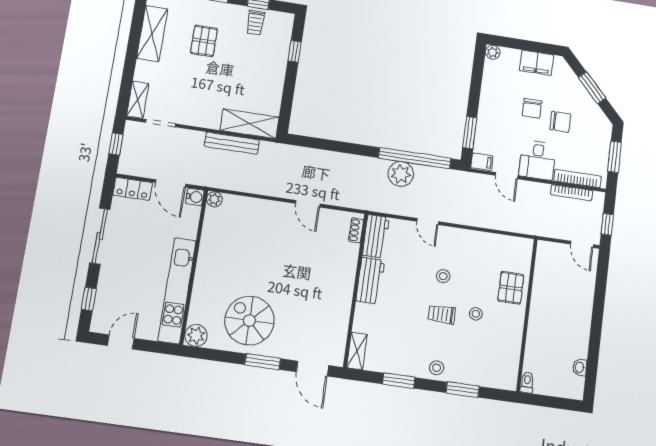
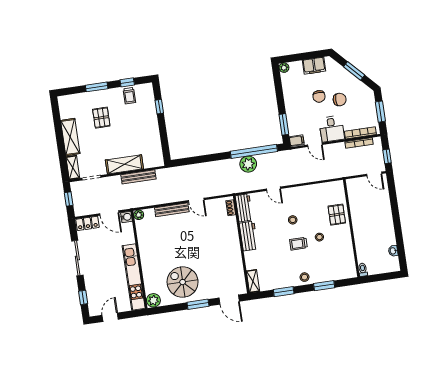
shelving: (152, 34) -> (70, 137), moved
shelving: (249, 124) -> (124, 164), moved
bench: (267, 207) -> (172, 210), added

